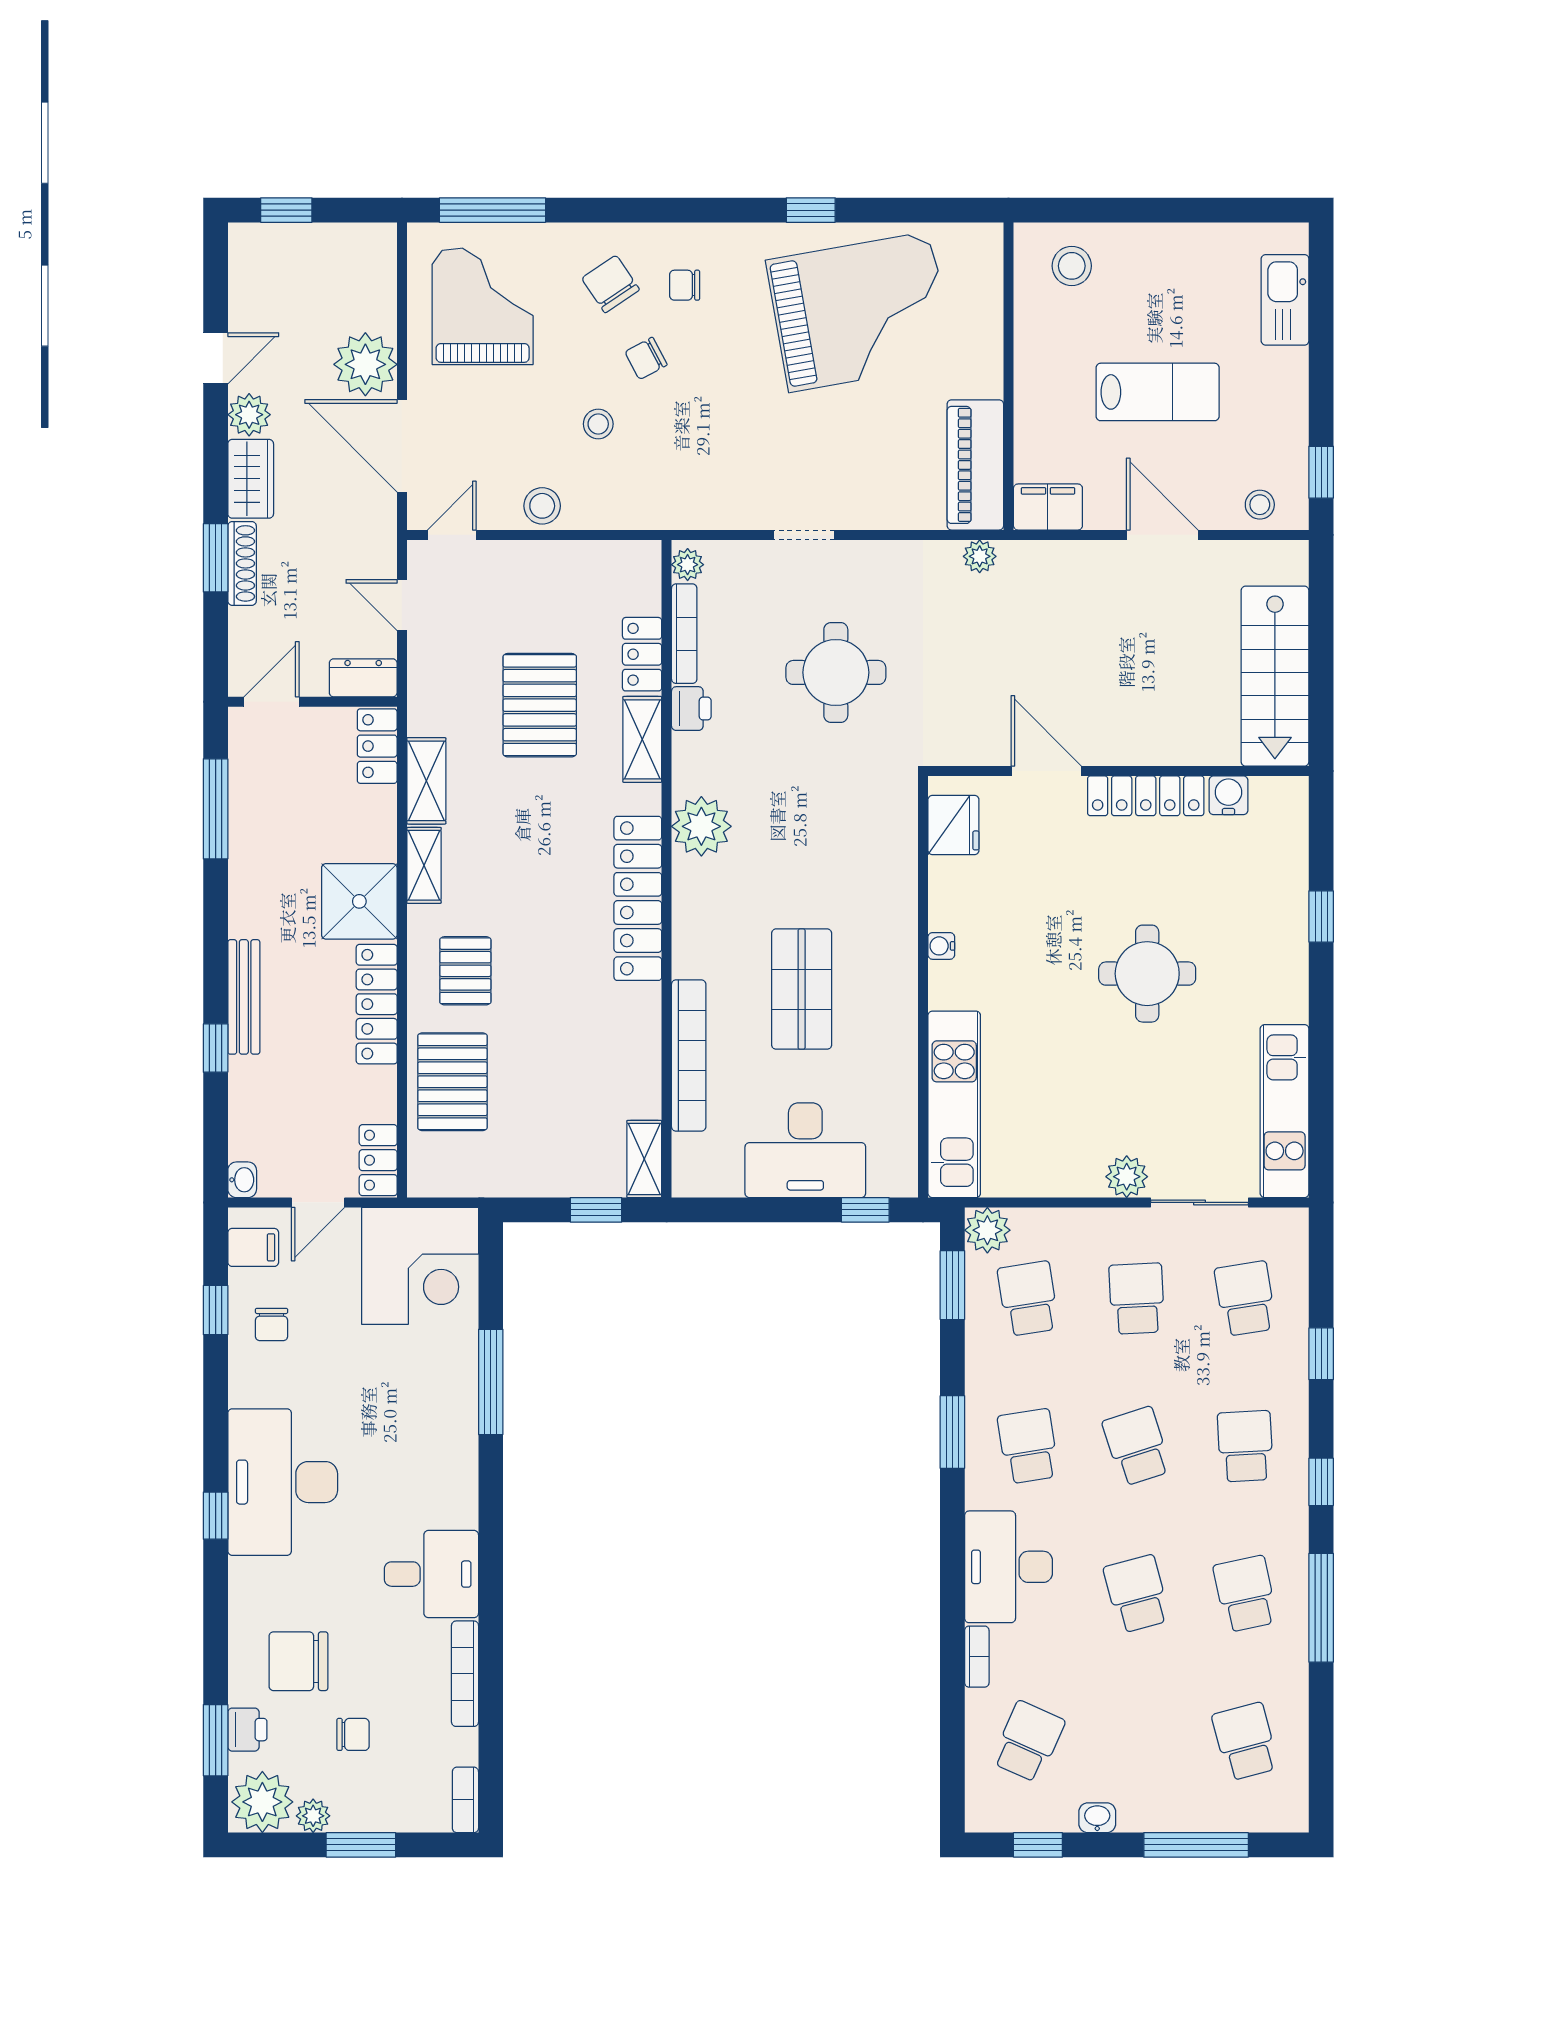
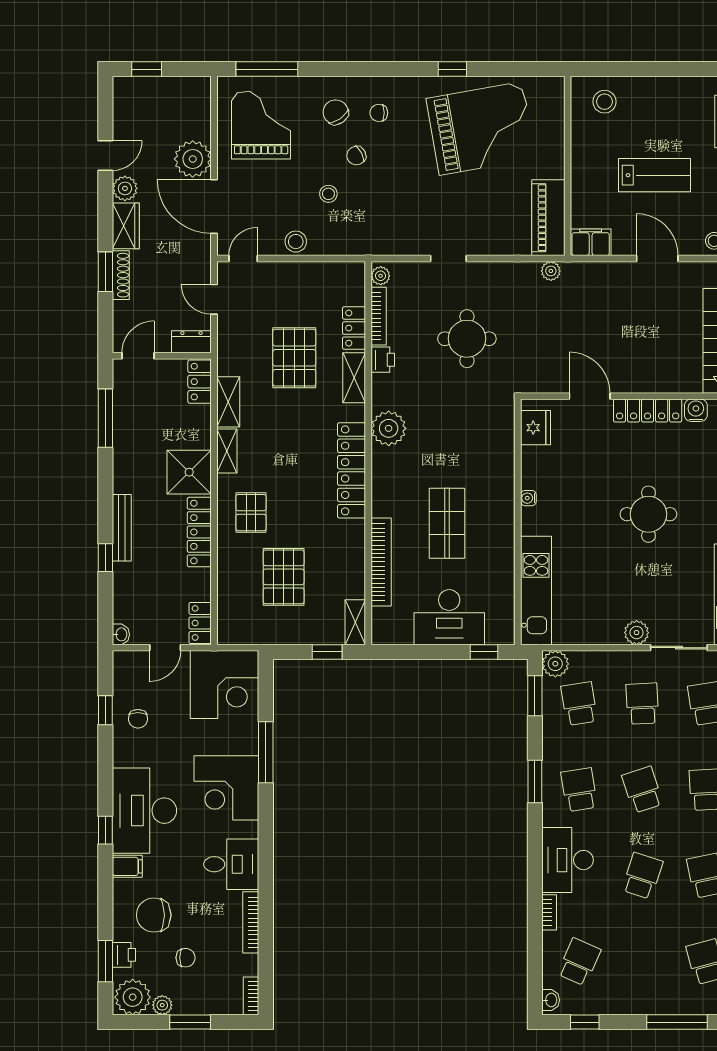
pallet: (452, 1082) -> (284, 577), moved
filing cabinet: (253, 1247) -> (127, 866), moved
corner desk: (423, 1443) -> (226, 788), added
school desk: (1137, 1594) -> (642, 876), turned 33
washbasin: (1097, 1818) -> (551, 1000), moved, turned 90

